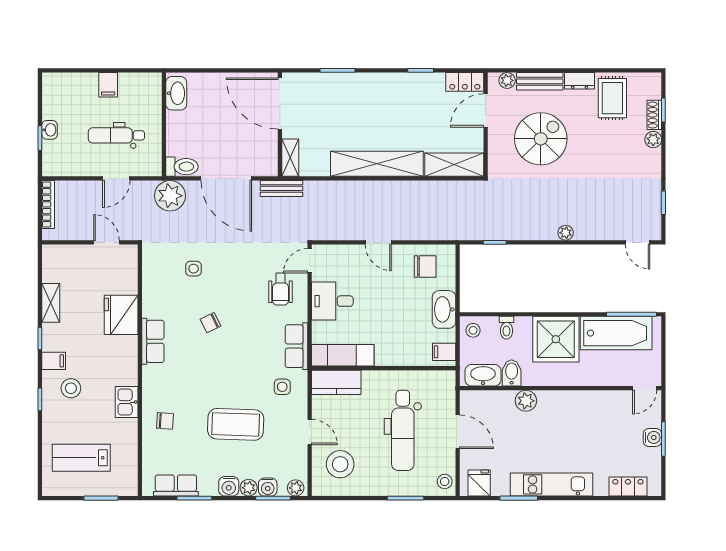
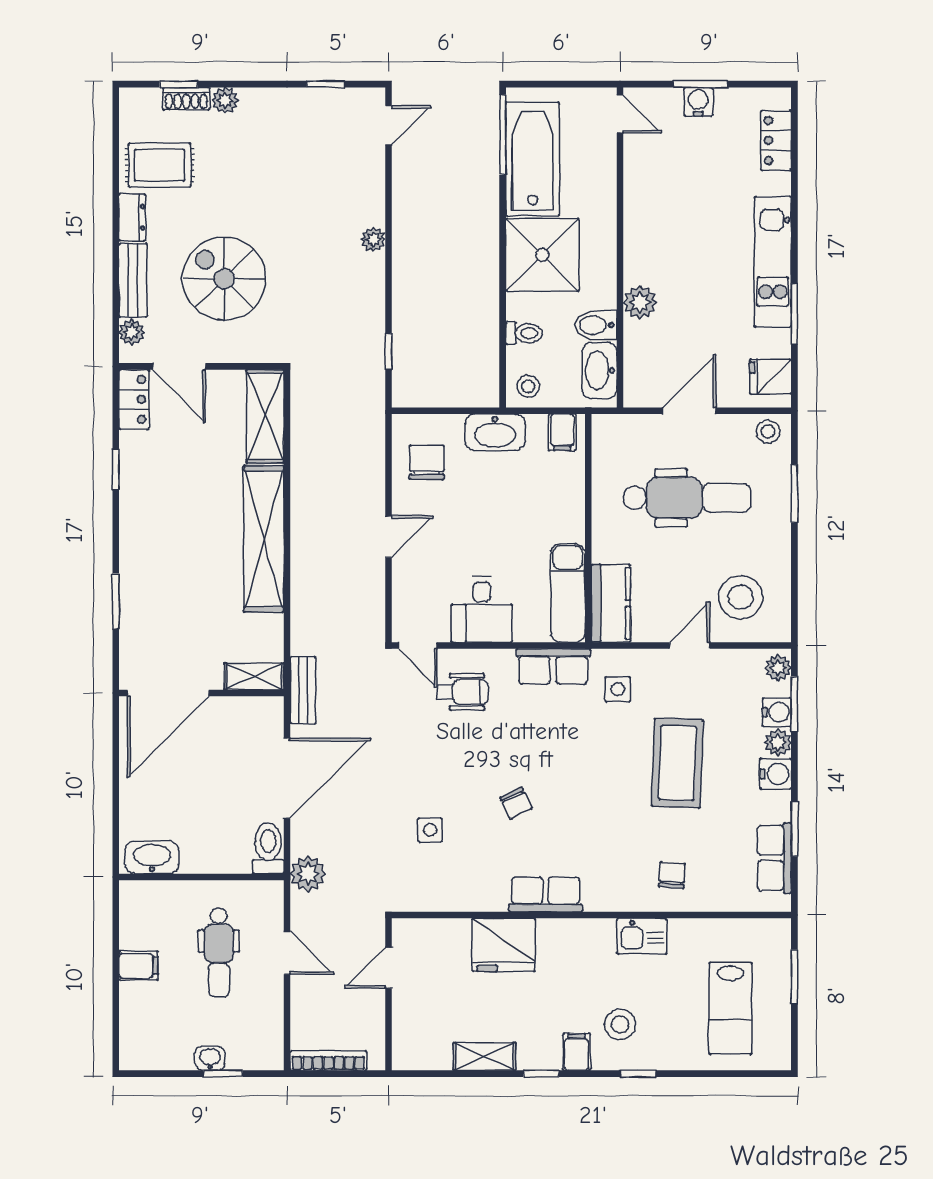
plant: (170, 196) -> (308, 874), width x0.73, depth x0.73

